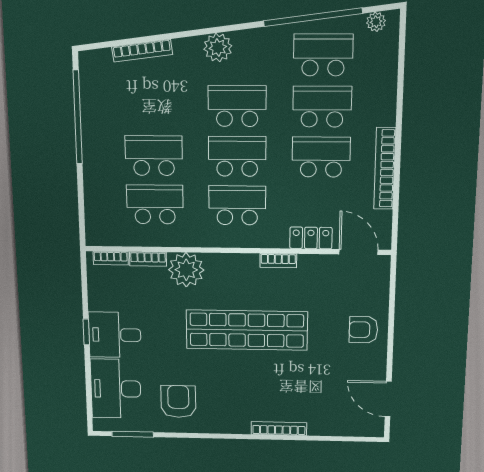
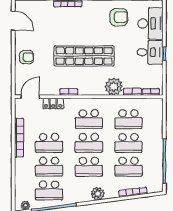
school desk: (153, 106) -> (128, 167), added
door: (358, 252) -> (30, 97), swing flipped
armchair: (178, 401) -> (119, 17), turned -90

